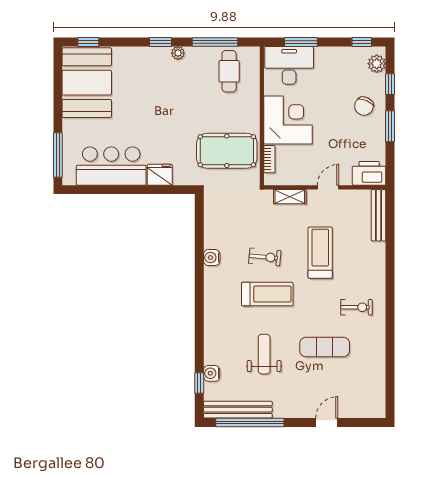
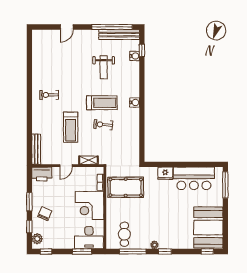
water cooler: (212, 258) -> (135, 102), moved
treadmill: (267, 294) -> (102, 103), turned 180
exercise mat: (325, 347) -> (68, 72), removed

